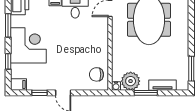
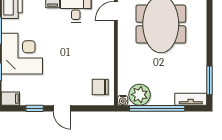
tv unit: (162, 85) -> (191, 99), moved
window: (146, 93) -> (157, 108), width x2.11

